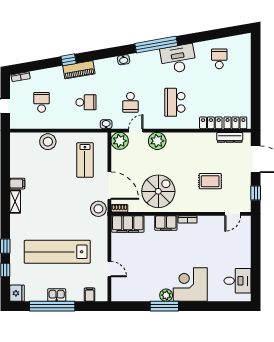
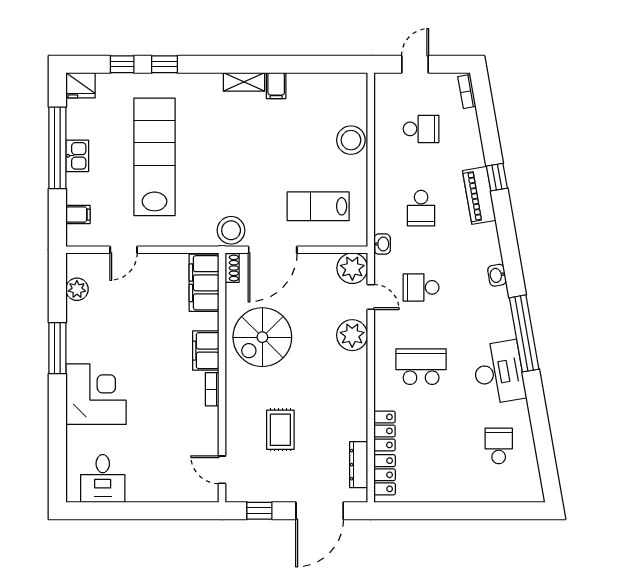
school desk: (219, 59) -> (499, 446), turned -90
spiral stairs: (158, 191) -> (262, 337), turned 90
plant: (166, 295) -> (77, 289), moved

